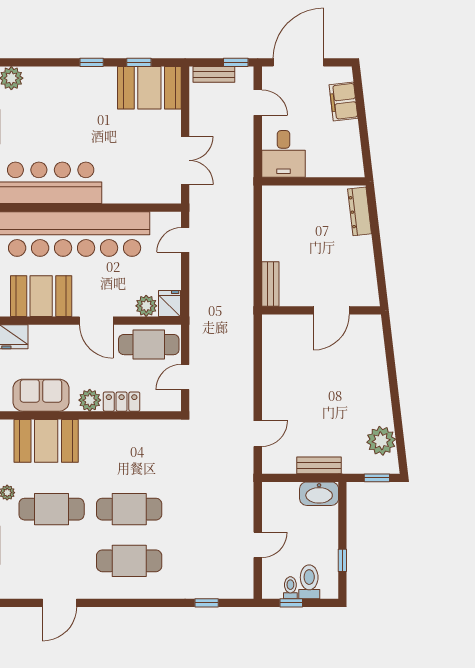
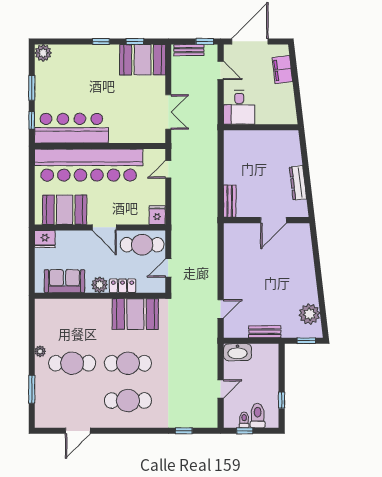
dresser: (359, 211) -> (298, 183), moved
plant: (146, 306) -> (140, 217), removed
booth: (46, 441) -> (135, 314), moved
washbasin: (319, 494) -> (237, 352), moved

